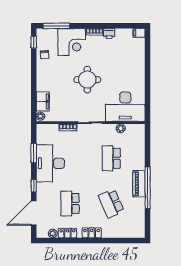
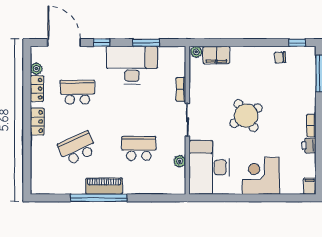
corner desk: (72, 42) -> (261, 176), moved, turned 90
round table: (87, 80) -> (246, 116), turned -33

